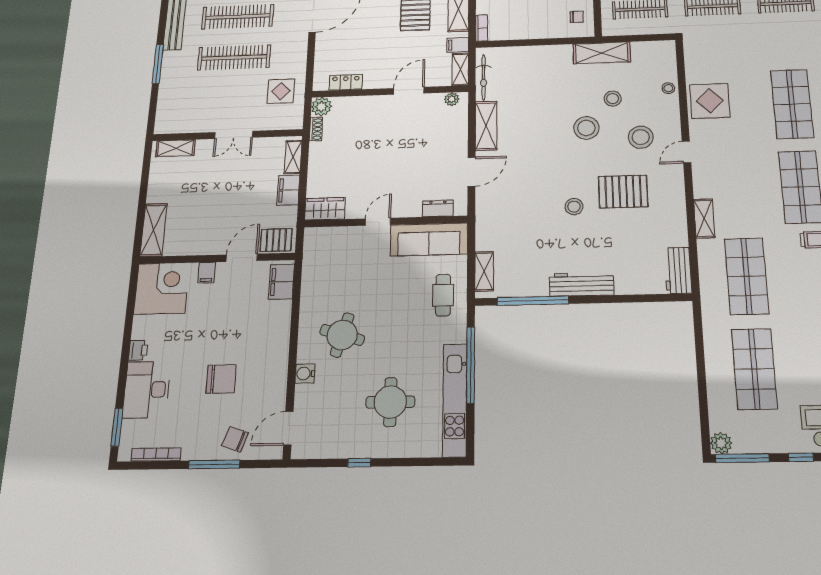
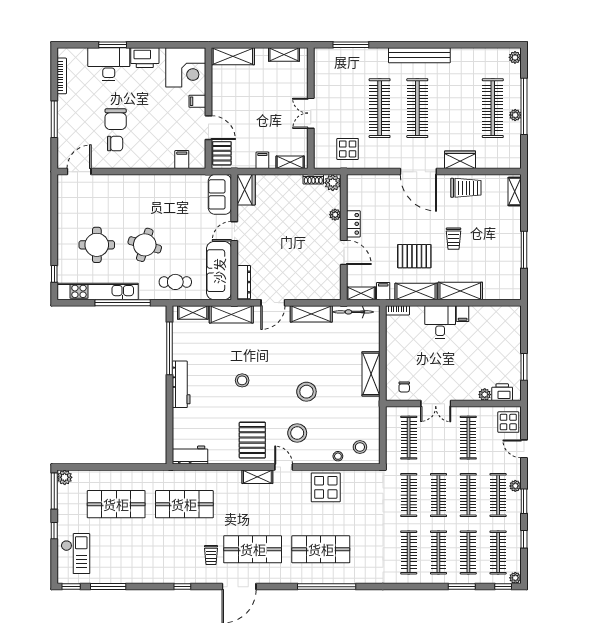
shelving: (602, 53) -> (371, 374), moved
window: (158, 64) -> (351, 45), moved
locker: (346, 82) -> (353, 224), moved
plant: (452, 99) -> (335, 215), moved
stool: (613, 99) -> (360, 447), moved
shelving: (175, 148) -> (284, 55), moved, turned 90
door: (471, 172) -> (273, 303), hinge flipped
filing cabinet: (288, 190) -> (262, 160), width x0.50
pallet: (623, 192) -> (252, 440), moved
dresser: (438, 208) -> (244, 282), width x1.44
shelving: (704, 218) -> (257, 477), moved
door: (378, 222) -> (234, 231), swing flipped
shelving: (487, 223) -> (231, 314), added
sofa: (329, 241) -> (220, 194), added
filing cabinet: (281, 282) -> (182, 160), width x0.50
round table: (342, 335) -> (145, 245), moved
printer: (138, 350) -> (145, 58), width x1.87, depth x1.48
water cooler: (305, 374) -> (119, 181), removed
window: (117, 427) -> (113, 45), moved
door: (288, 428) -> (79, 172), hinge flipped
chair: (235, 439) -> (115, 144), moved, turned 71
window: (359, 463) -> (54, 274), moved

